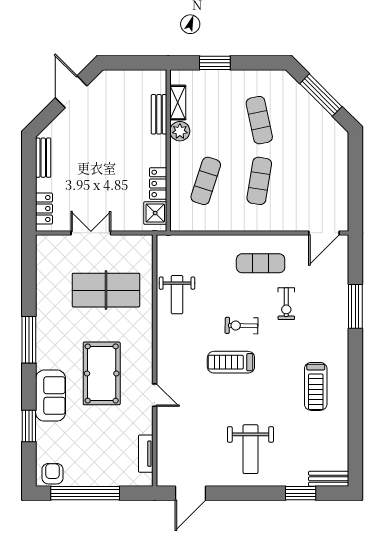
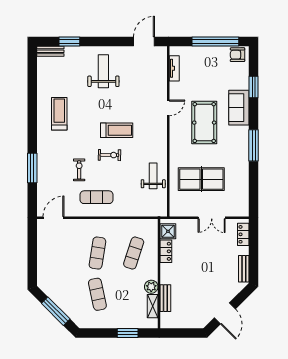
door: (155, 395) -> (168, 108), swing flipped
armchair: (53, 474) -> (238, 55), turned 90

